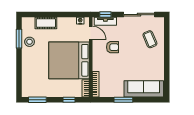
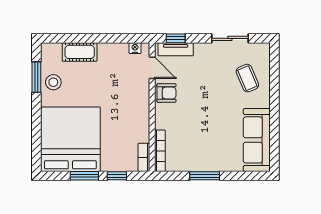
sliding door: (139, 15) -> (230, 38), width x0.73
armchair: (113, 47) -> (166, 93), moved
bed: (69, 60) -> (70, 139), moved, turned 90
sofa: (144, 89) -> (257, 140), moved, turned -90
window: (37, 100) -> (84, 176), moved

